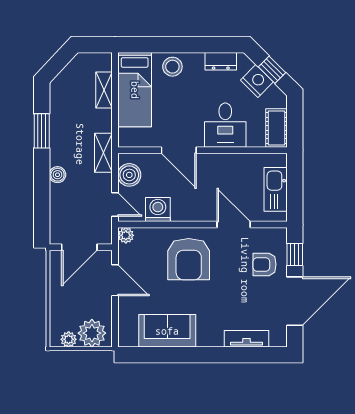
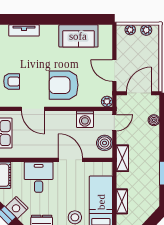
boiler: (57, 175) -> (154, 120), moved
door: (115, 204) -> (114, 123), swing flipped
armchair: (189, 259) -> (64, 85), turned -90
plant: (92, 333) -> (130, 30), width x0.53, depth x0.53

